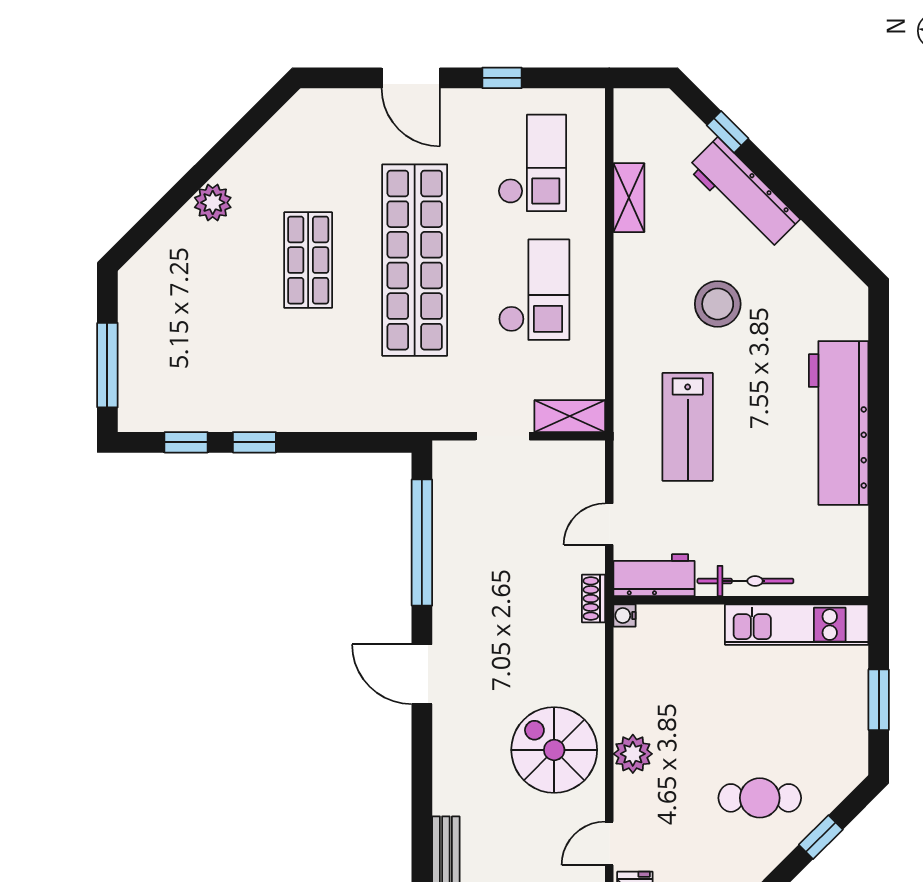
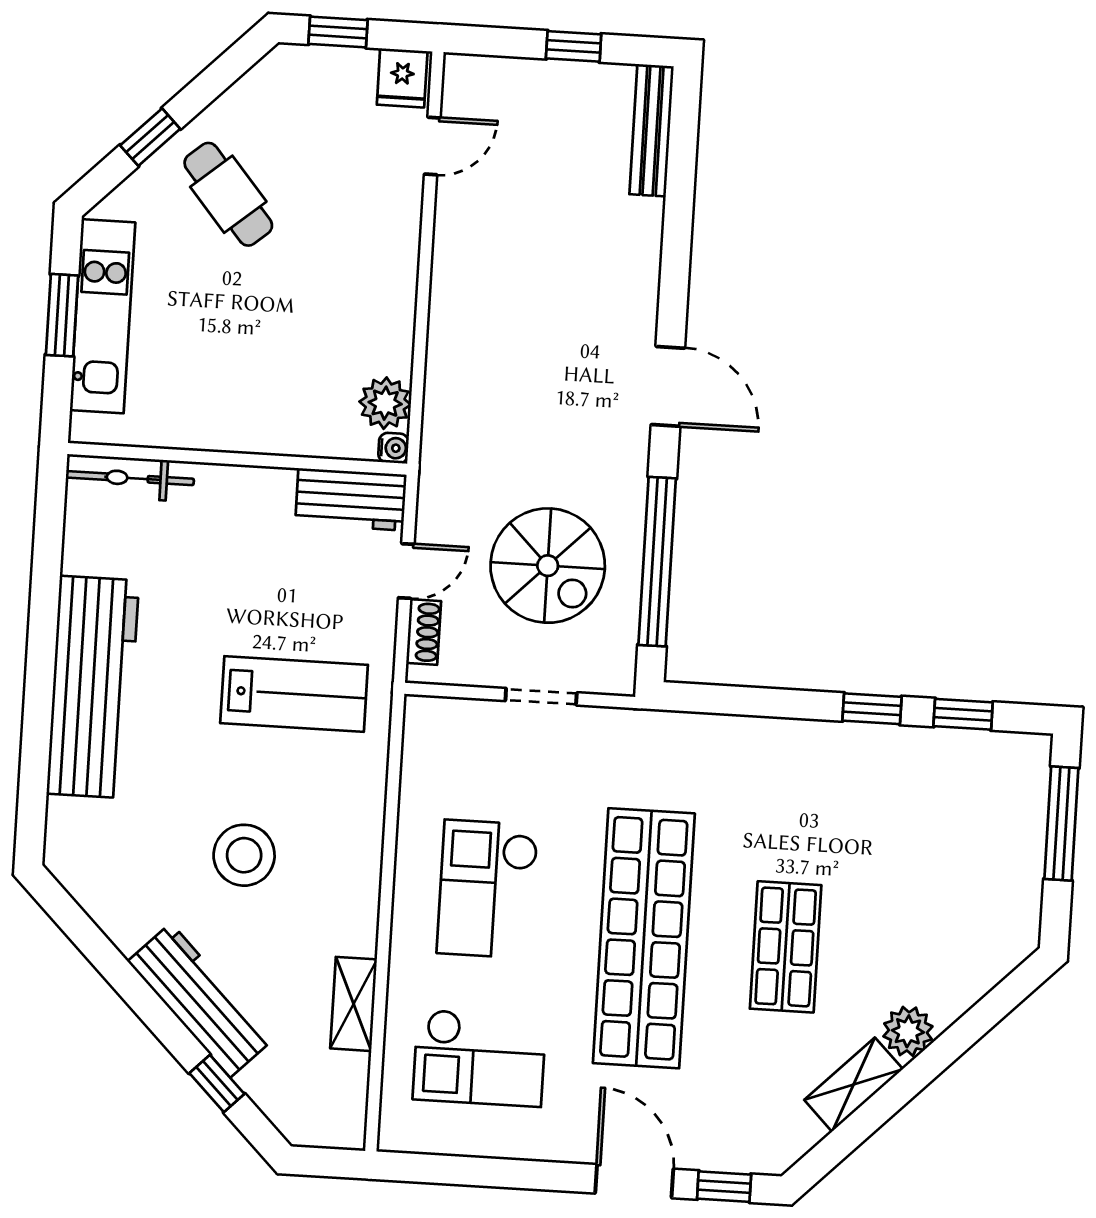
window: (502, 78) -> (724, 1187), moved
checkout: (532, 163) -> (479, 1058), turned -90
shelving: (570, 416) -> (854, 1085), moved, turned -45
lab bench: (688, 427) -> (294, 694), turned 90
bicycle: (745, 581) -> (130, 478), moved
shoe rack: (594, 599) -> (424, 632), moved
kitchen unit: (797, 625) -> (103, 316), moved, turned 90
spiral stairs: (554, 750) -> (548, 566), moved
plant: (633, 754) -> (385, 403), moved
cafe table: (760, 798) -> (228, 194), turned 50

